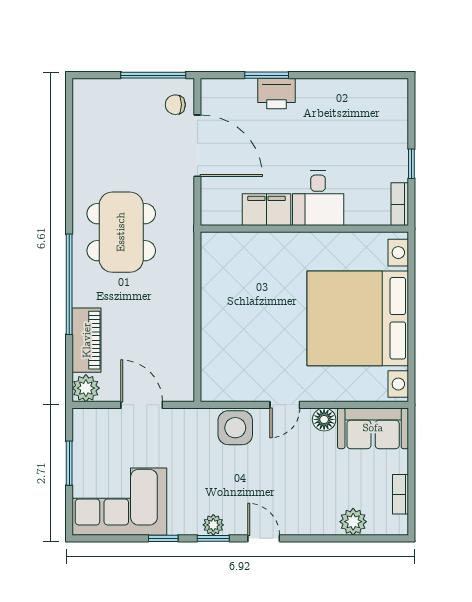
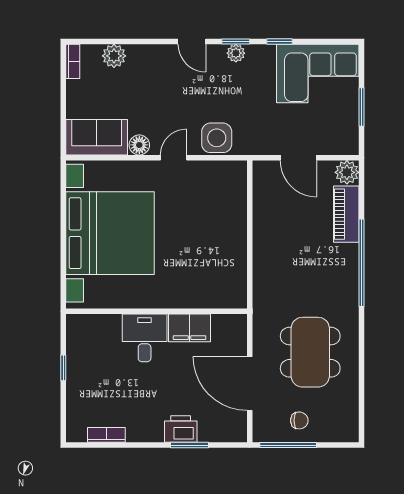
chair: (175, 105) -> (299, 420), moved
bookcase: (400, 204) -> (106, 435), moved, turned -90
dining table: (121, 232) -> (310, 352), moved
bookcase: (400, 494) -> (73, 61), moved

